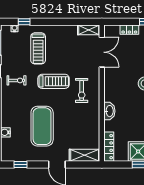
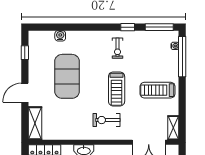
window: (24, 22) -> (182, 57), width x3.17
treadmill: (38, 48) -> (158, 90), moved
exercise mat: (42, 126) -> (67, 76), turned 90

